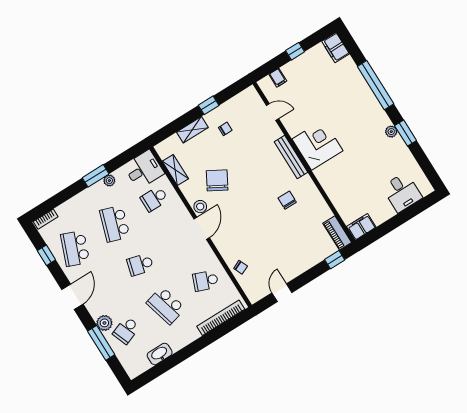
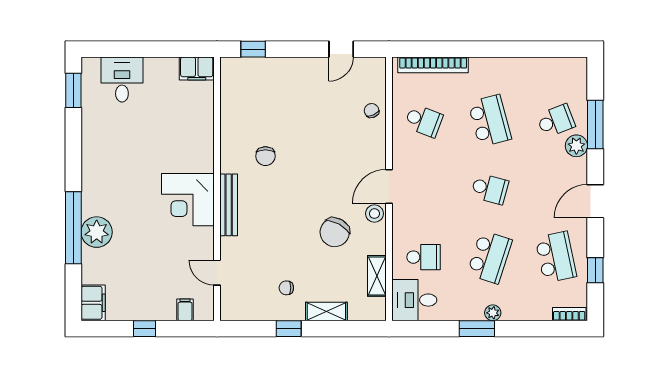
plant: (391, 132) -> (97, 232), moved, width x1.87, depth x1.87
window: (406, 133) -> (73, 90), moved
plant: (109, 181) -> (493, 313), moved
piano: (337, 233) -> (230, 79), removed
school desk: (75, 248) -> (556, 257), turned -33
washbasin: (160, 354) -> (533, 67), removed

